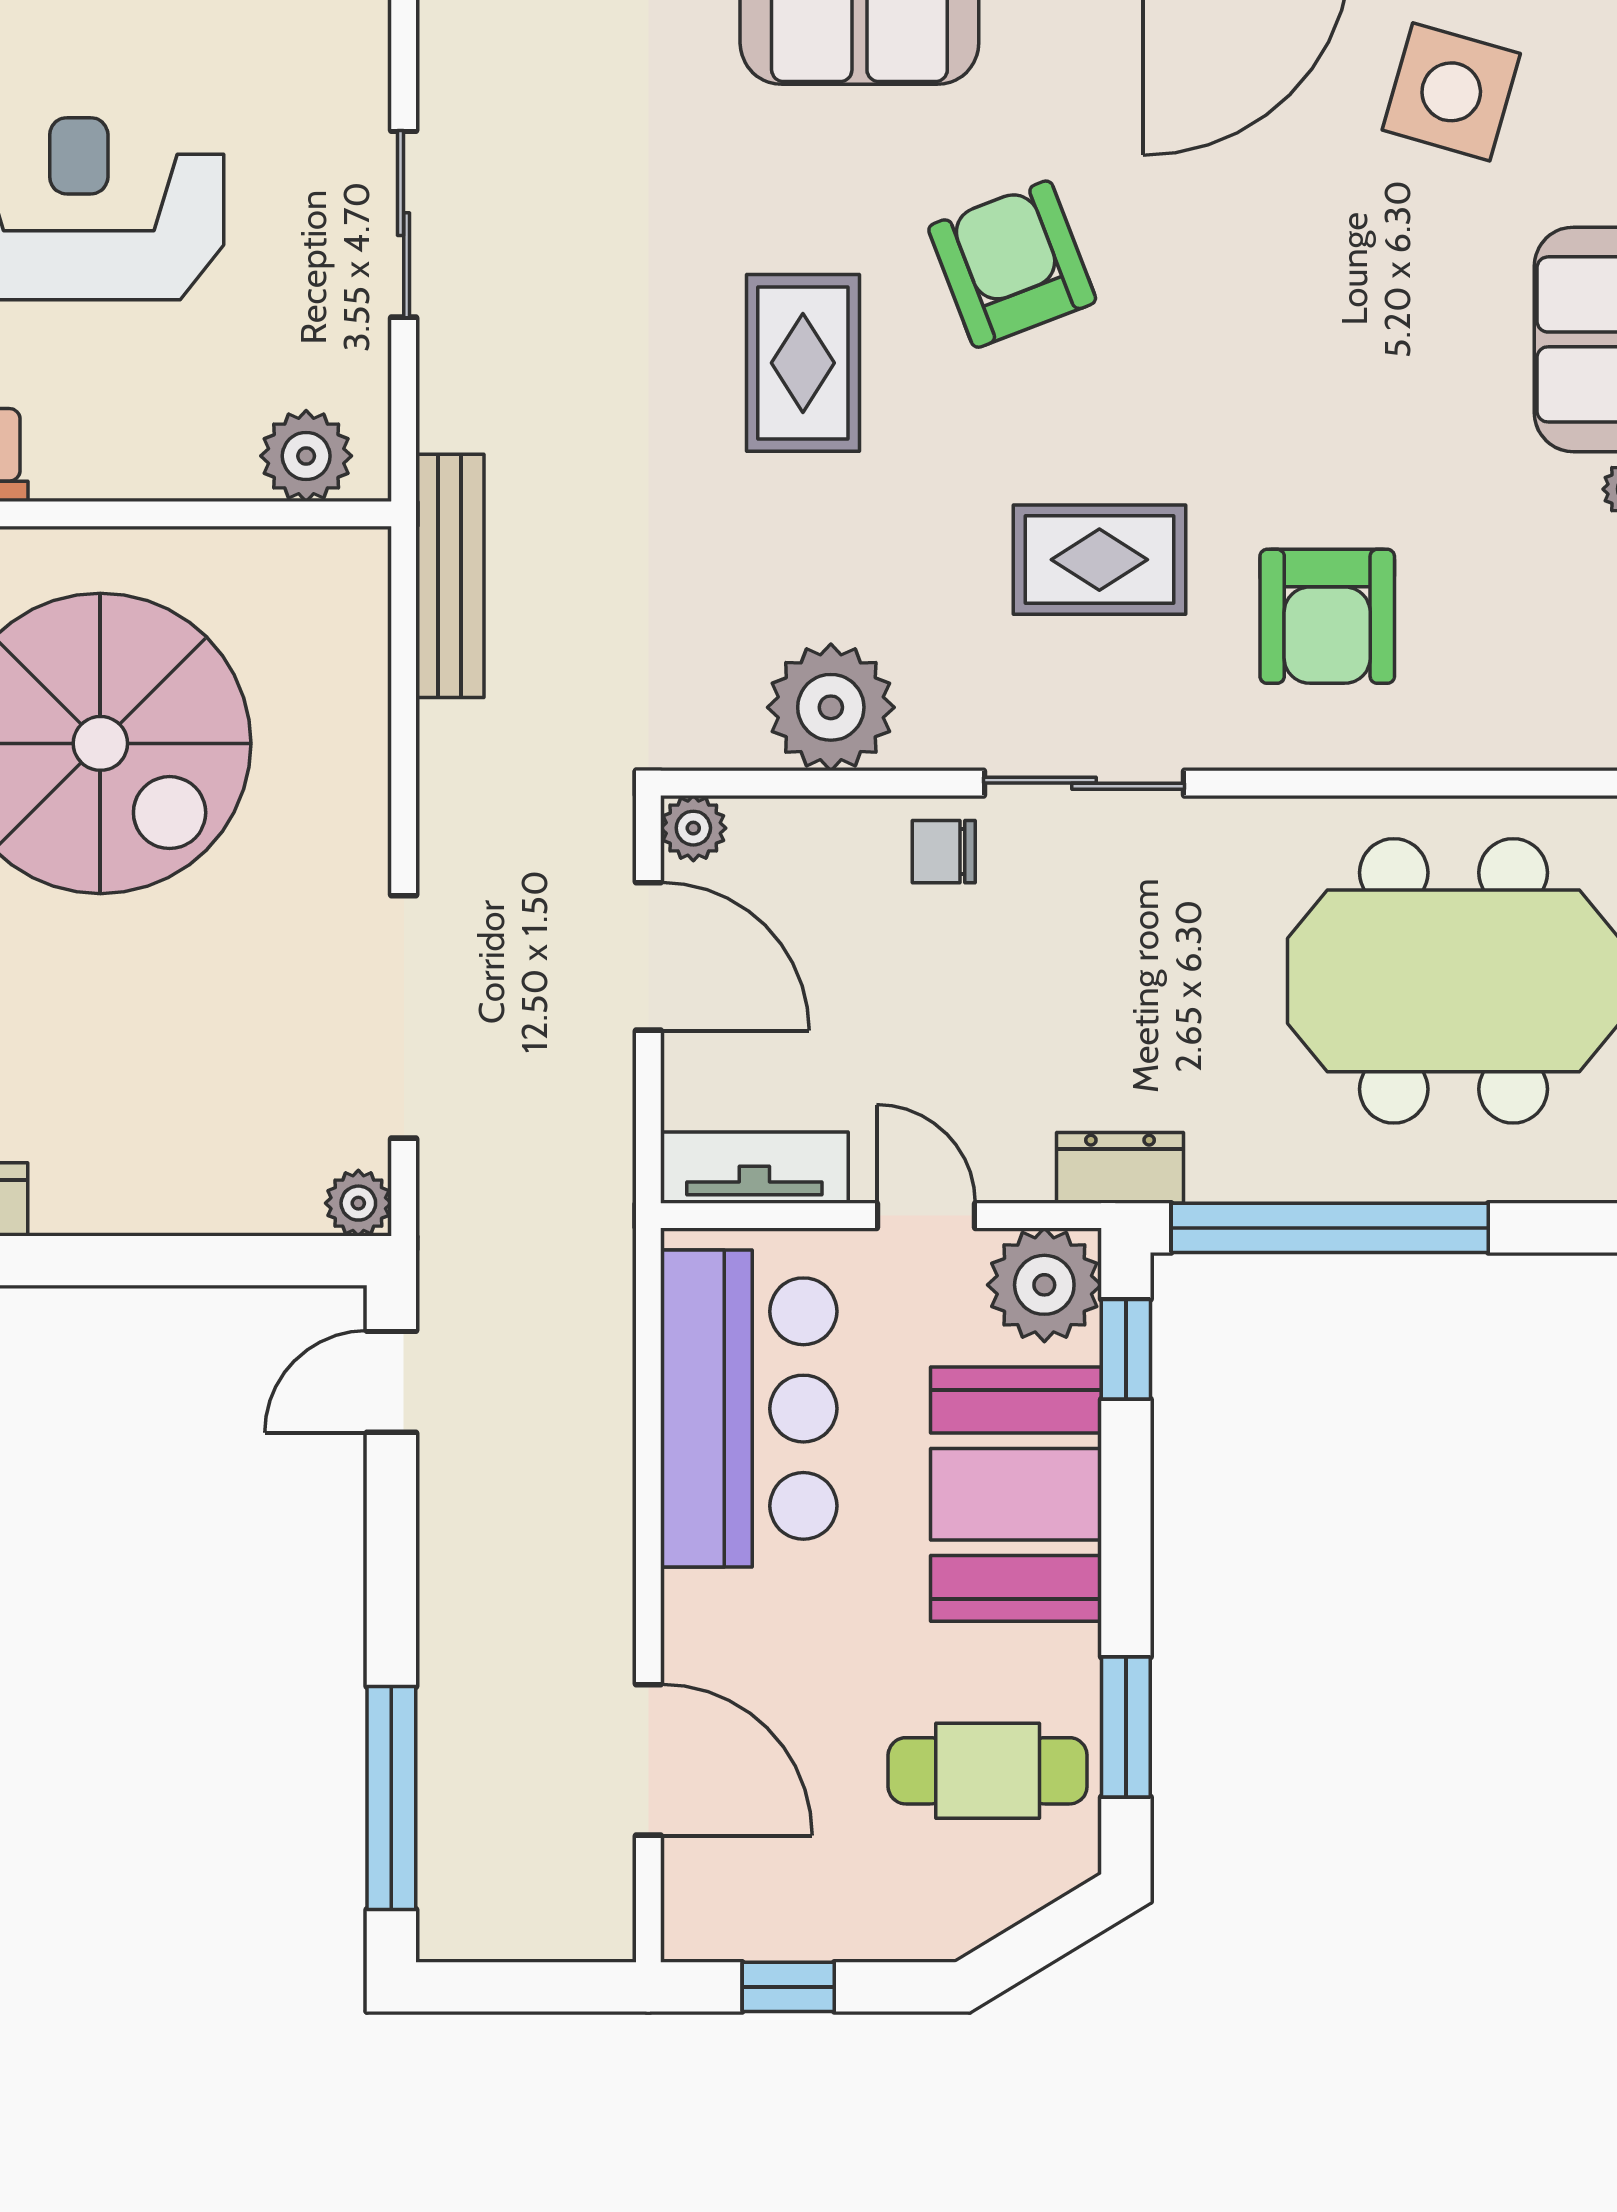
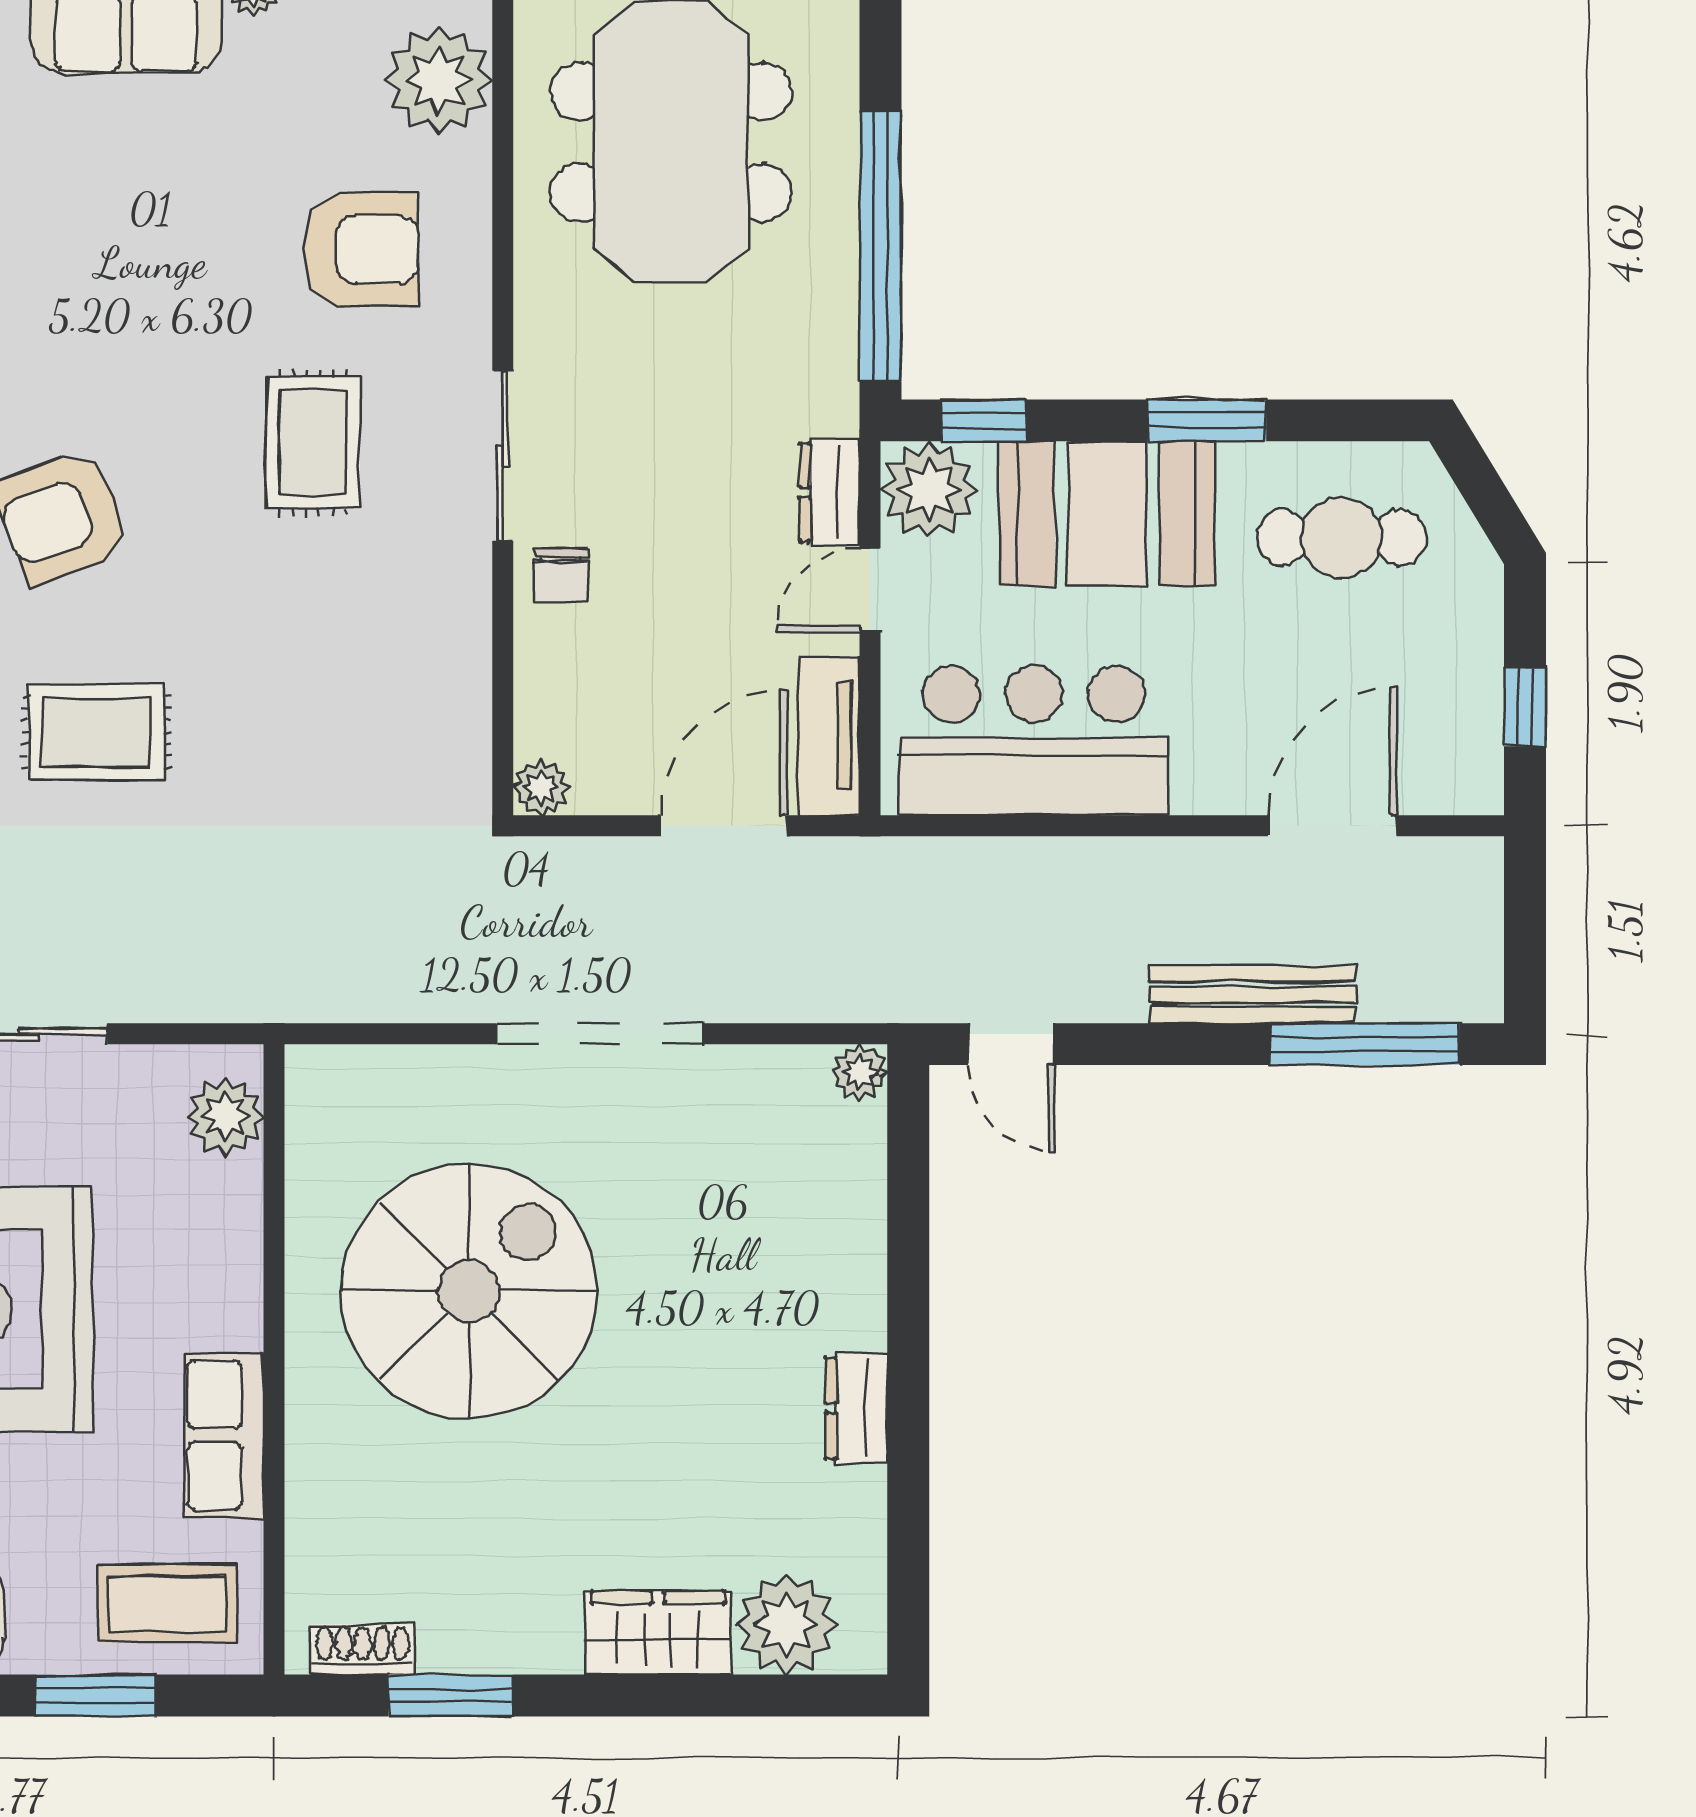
rug: (803, 363) -> (97, 732), moved
bench: (450, 576) -> (1253, 994), moved
plant: (831, 707) -> (438, 80), moved
door: (648, 956) -> (724, 826), moved
doorway: (404, 1017) -> (600, 1034), moved
dresser: (1120, 1168) -> (829, 492), moved
window: (1126, 1727) -> (1207, 420), moved
cafe table: (988, 1771) -> (1342, 538), turned 90

